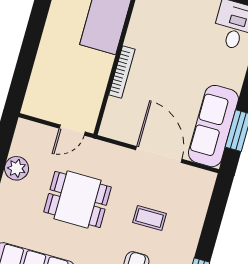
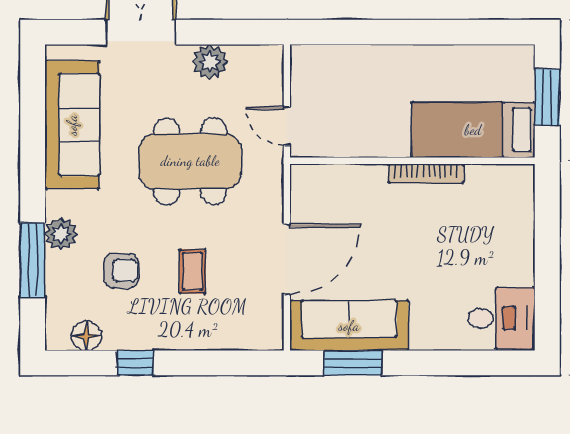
bookcase: (122, 72) -> (426, 173), moved
dining table: (77, 199) -> (190, 161), width x1.38

